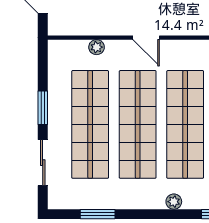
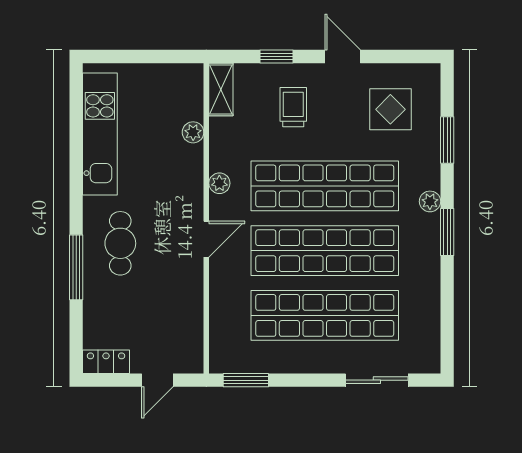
plant: (97, 47) -> (219, 183), moved
window: (43, 108) -> (246, 380), moved
window: (98, 214) -> (447, 232), moved

